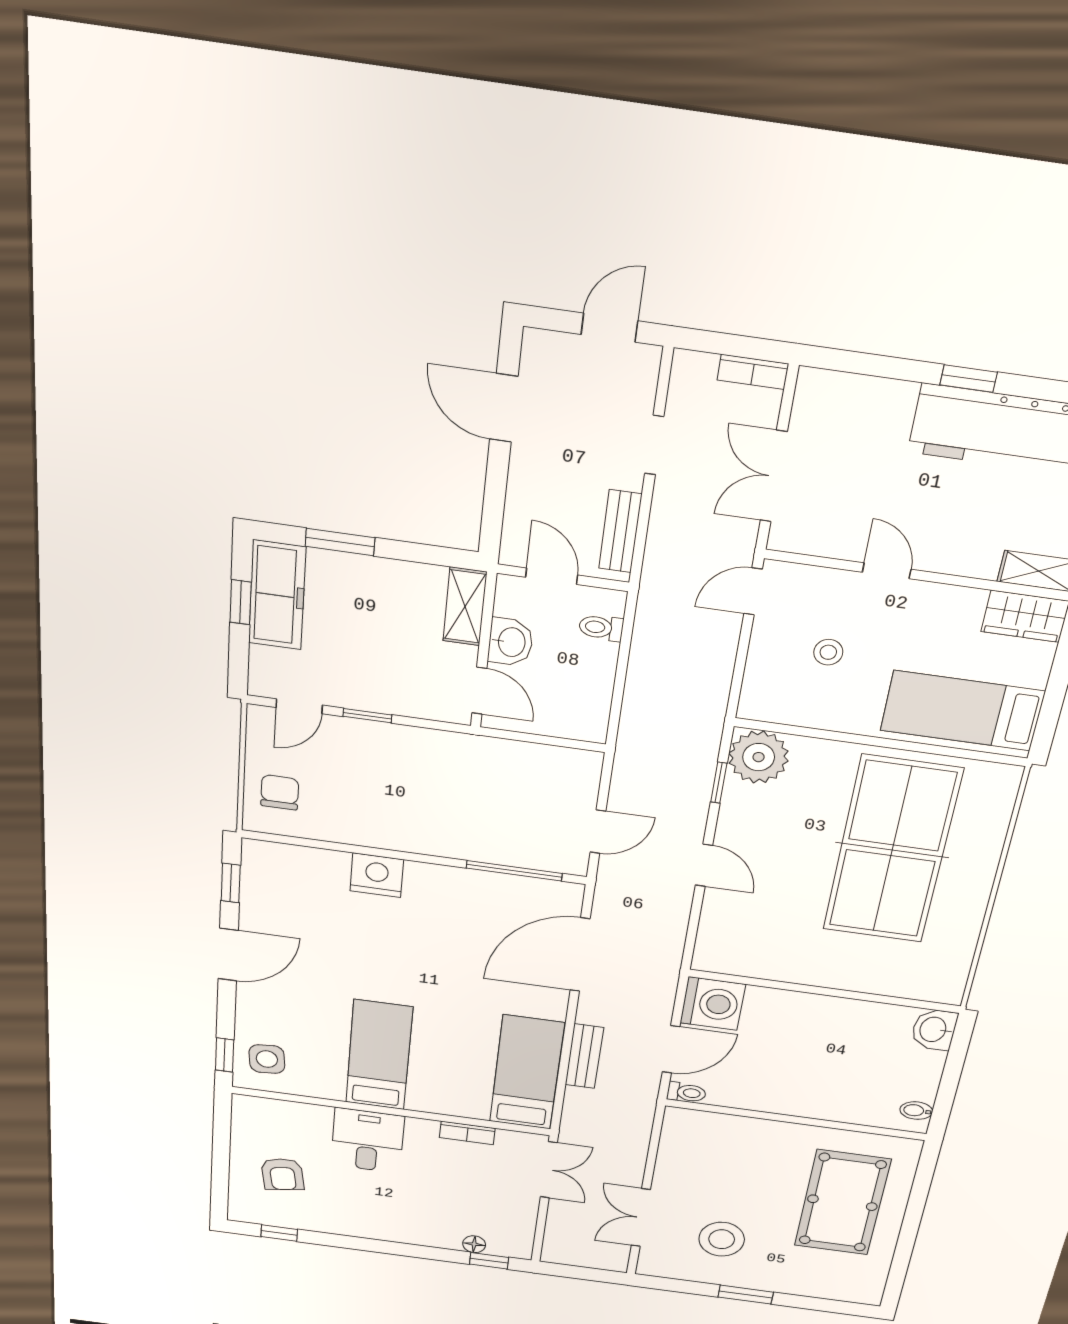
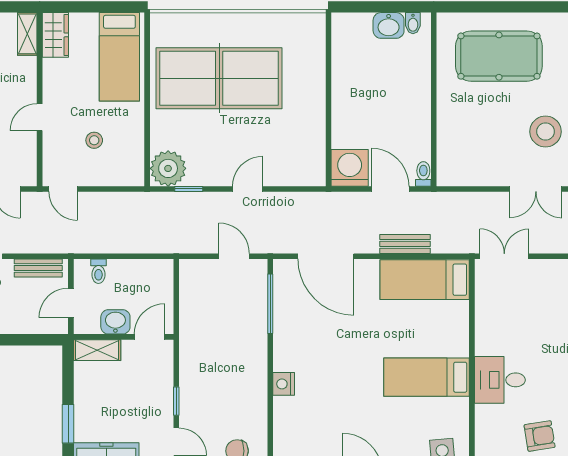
nightstand: (377, 875) -> (284, 384), width x0.74, depth x0.75
washbasin: (934, 1030) -> (389, 25), moved
bookcase: (467, 1133) -> (482, 314), removed

